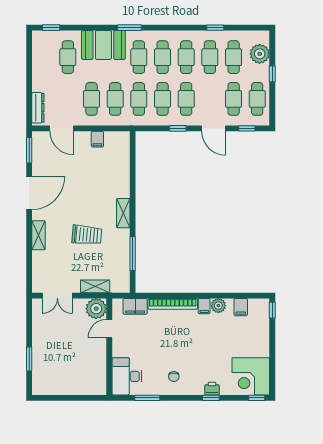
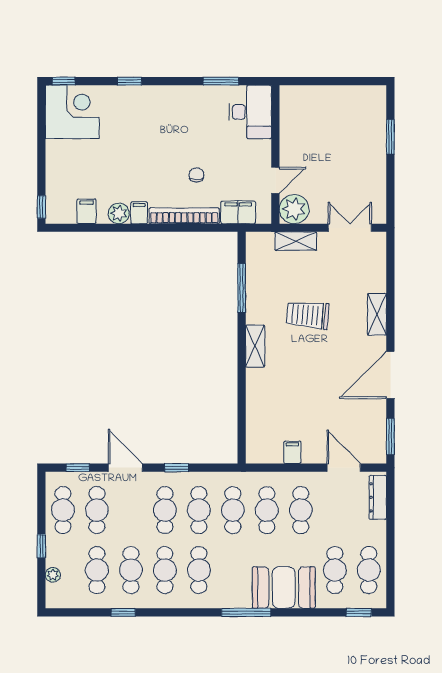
window: (130, 28) -> (246, 612), width x1.44
plant: (260, 54) -> (53, 575), width x0.53, depth x0.53
cafe table: (139, 57) -> (369, 570), moved
chair: (174, 377) -> (196, 175), moved
printer: (212, 389) -> (128, 94), removed

